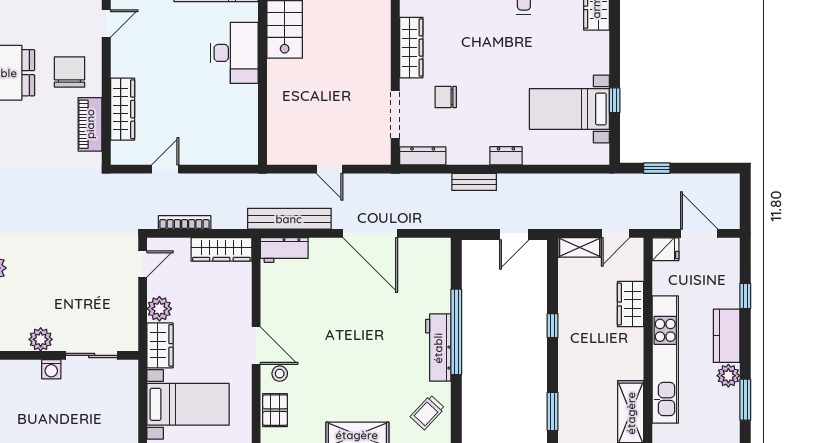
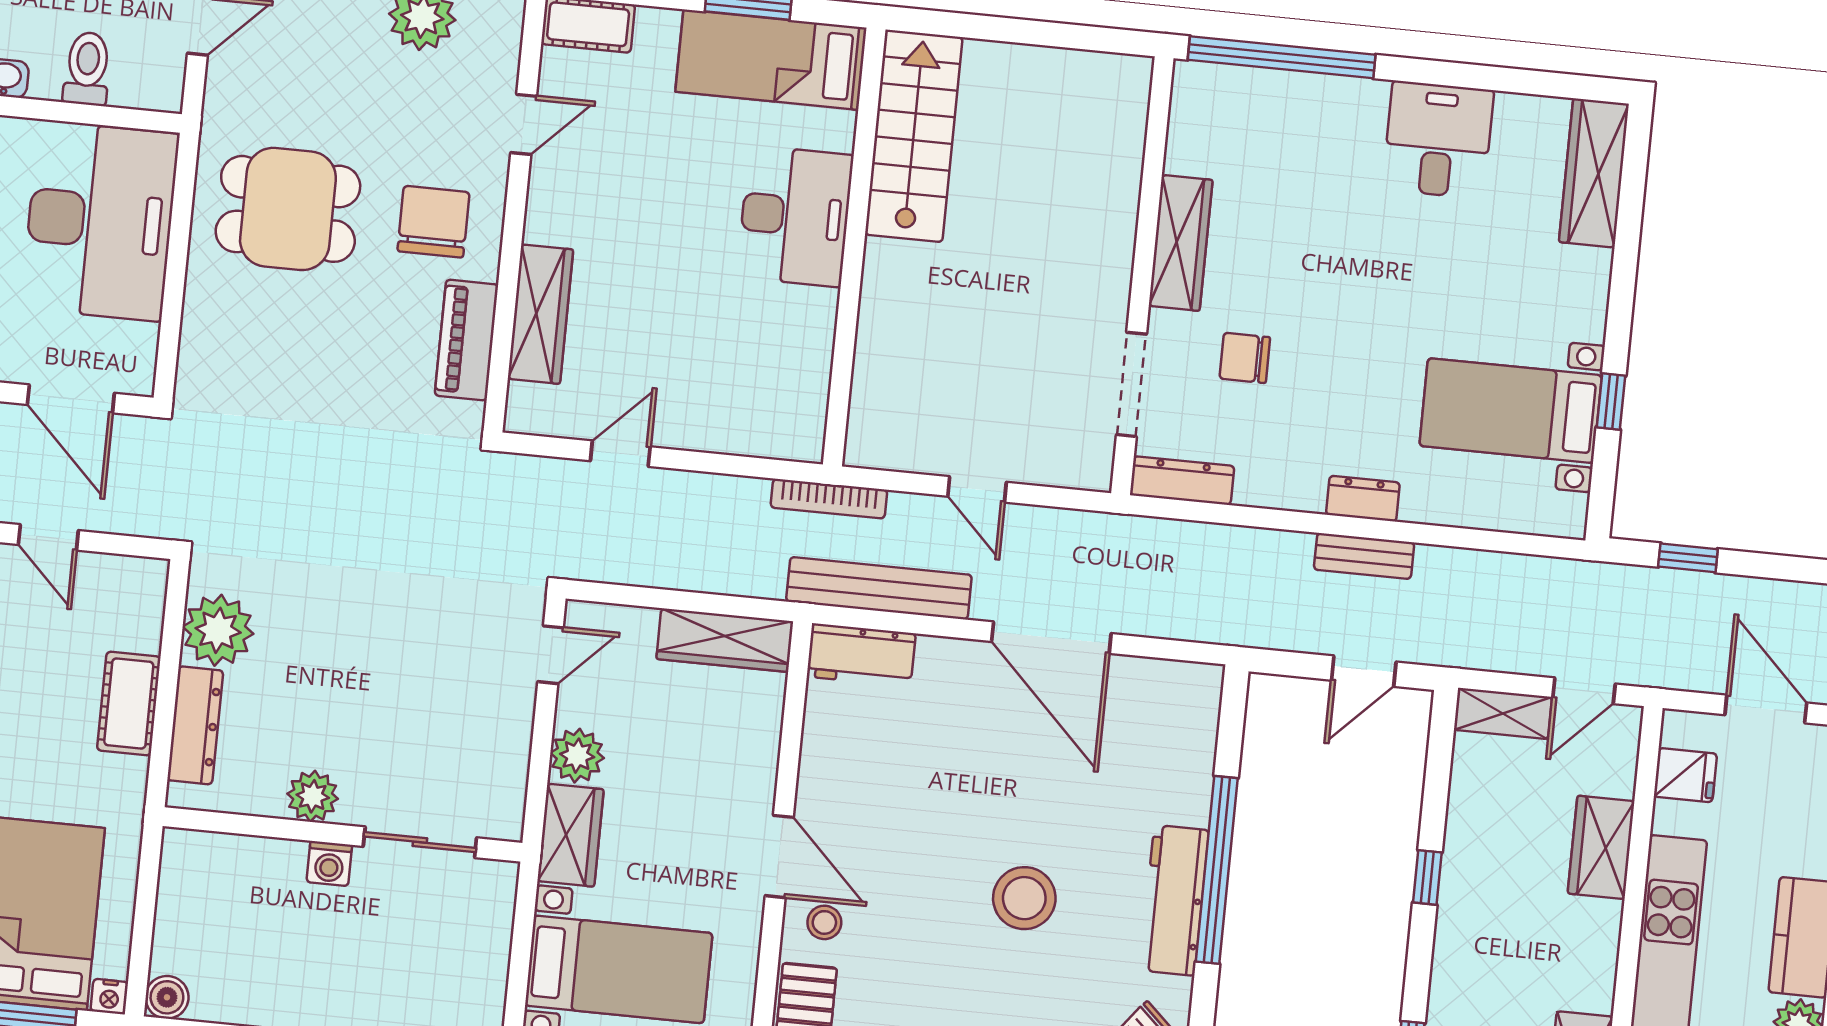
bench: (474, 182) -> (1364, 556), moved
bookcase: (185, 222) -> (829, 499), moved, turned 180
fridge: (666, 249) -> (1685, 775), moved
stool: (370, 353) -> (1024, 898), added

